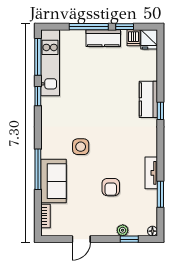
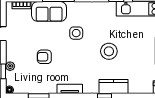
stool: (104, 105) -> (109, 51), added
tv unit: (151, 173) -> (70, 89), moved

